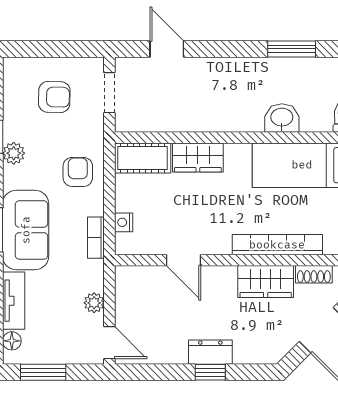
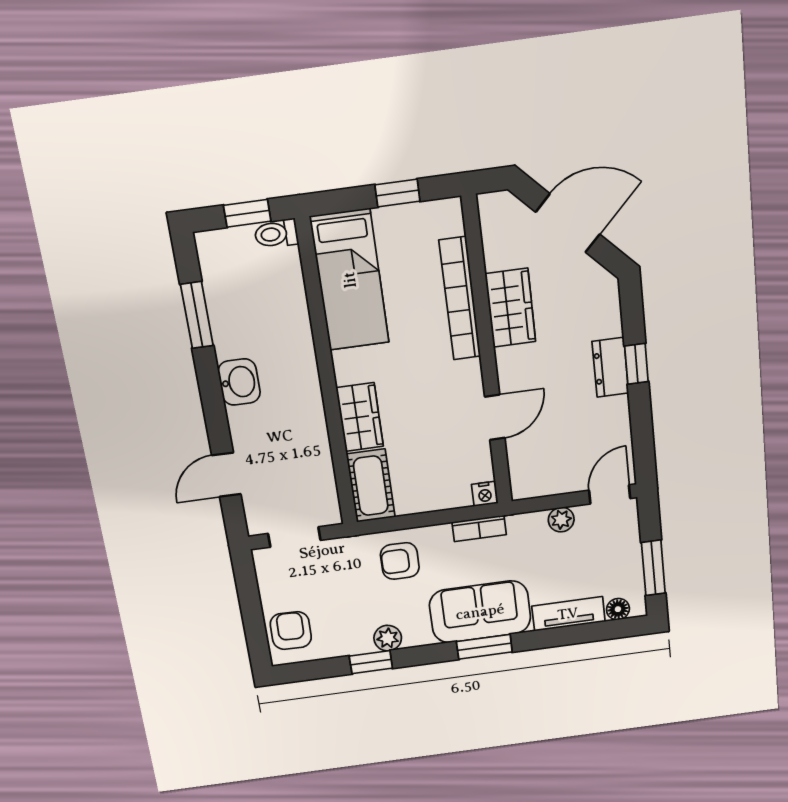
armchair: (54, 97) -> (291, 631), moved
washbasin: (282, 118) -> (239, 382), moved, turned 180
nightstand: (124, 222) -> (485, 494), moved
shoe rack: (314, 274) -> (494, 244), removed

